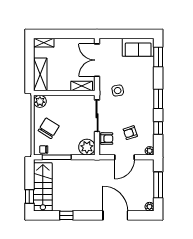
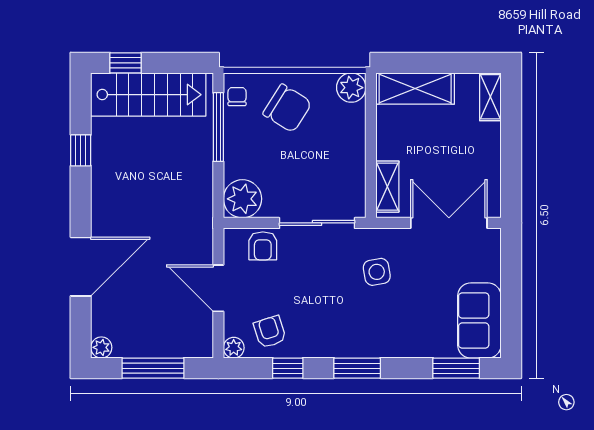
armchair: (130, 133) -> (270, 332), moved

